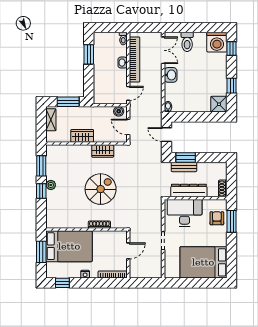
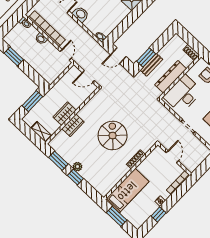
boiler: (119, 111) -> (72, 73), removed
shelving: (51, 120) -> (41, 132), moved
wardrobe: (103, 151) -> (73, 125), moved
bed: (69, 246) -> (127, 191), width x0.67
window: (62, 283) -> (159, 214), moved

